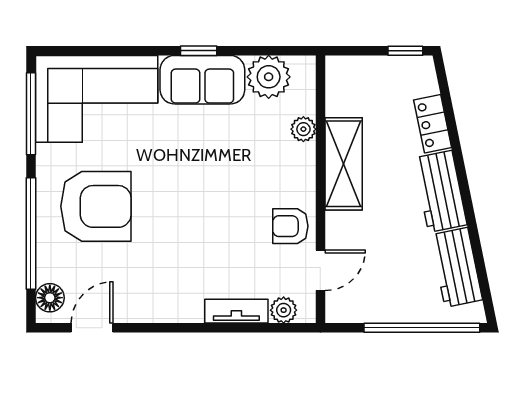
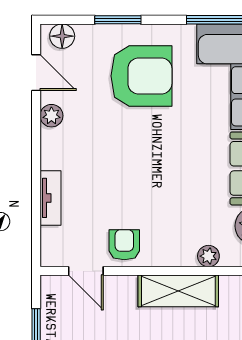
armchair: (96, 206) -> (141, 76), turned -90
window: (31, 234) -> (118, 20), width x0.47
plant: (284, 310) -> (51, 116), moved

